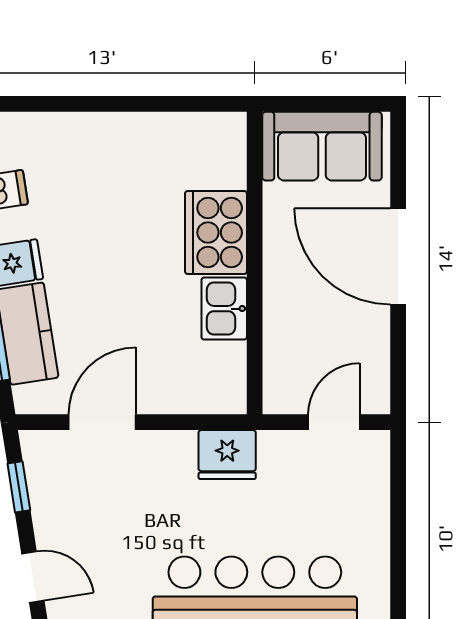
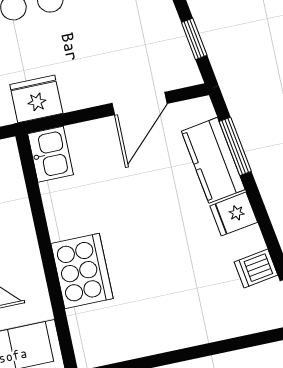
kitchen sink: (224, 309) -> (51, 154), moved

